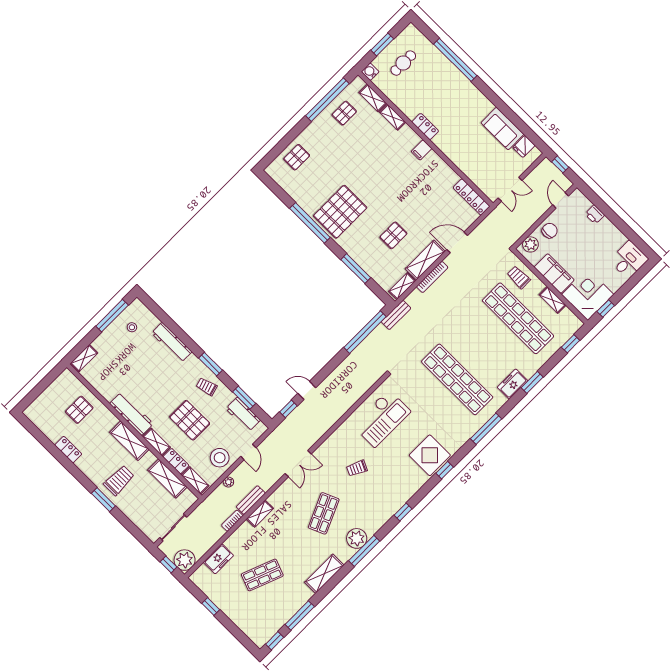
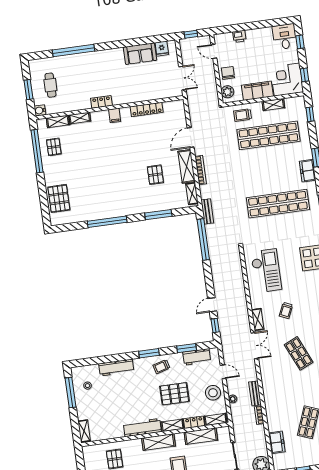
pallet: (297, 157) -> (59, 198), width x1.50, depth x1.42
locker: (472, 197) -> (147, 109), moved
pallet: (340, 212) -> (115, 197), removed
window: (635, 279) -> (300, 42), added
shelving: (260, 514) -> (258, 319), moved

